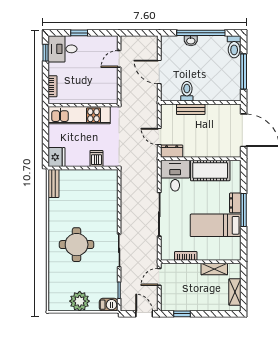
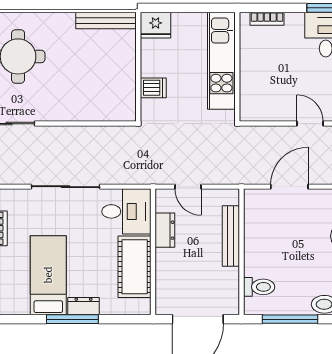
toilet: (187, 91) -> (259, 287), moved
bench: (191, 109) -> (231, 236), width x1.36
door: (159, 137) -> (188, 187), swing flipped
dresser: (172, 151) -> (165, 230), moved
bench: (54, 183) -> (106, 20), width x1.36

